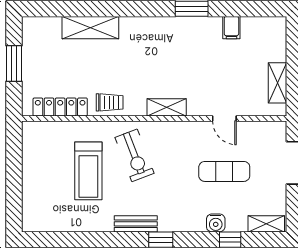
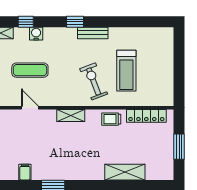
treadmill: (88, 171) -> (126, 71), turned 180

